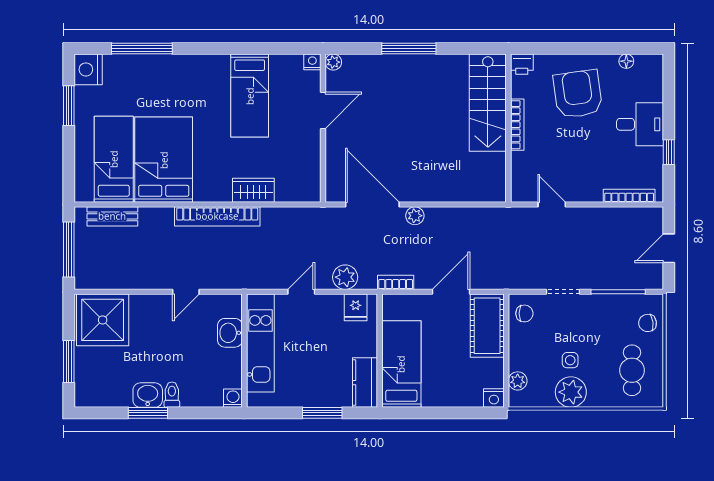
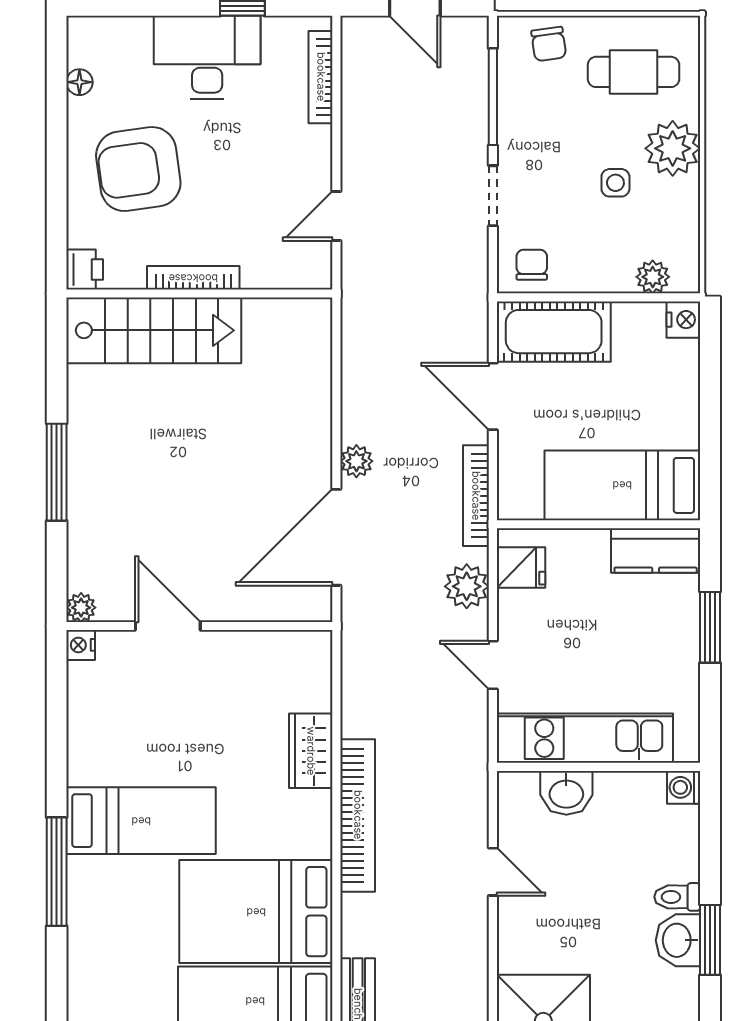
window: (142, 48) -> (57, 872), moved
bed: (250, 96) -> (141, 821), moved
desk: (640, 124) -> (207, 58), width x1.37
bookcase: (396, 282) -> (476, 496), width x1.56
plant: (571, 392) -> (673, 148), moved

